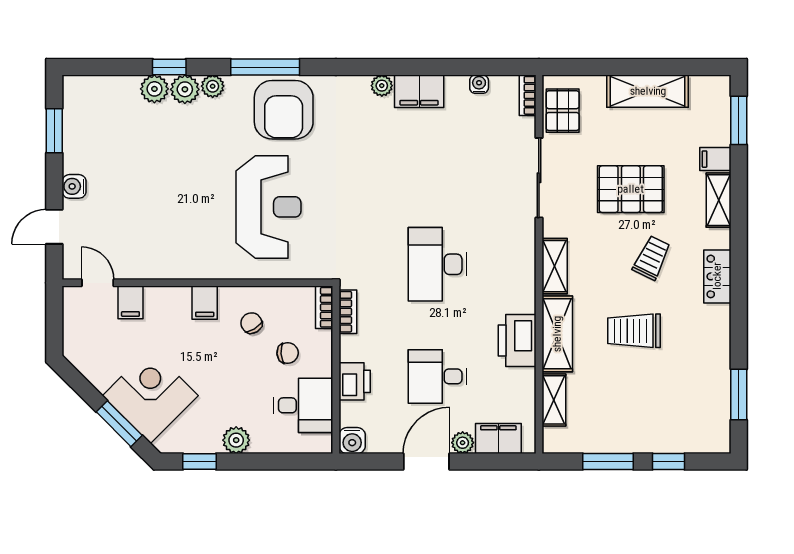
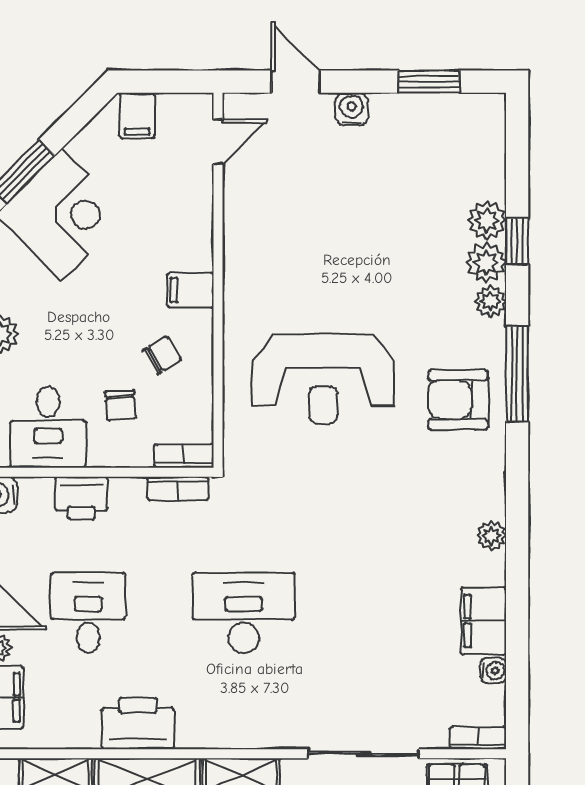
filing cabinet: (419, 91) -> (484, 621), moved
armchair: (284, 110) -> (458, 400), width x0.73, depth x0.73
filing cabinet: (130, 302) -> (137, 115), moved, turned -90

